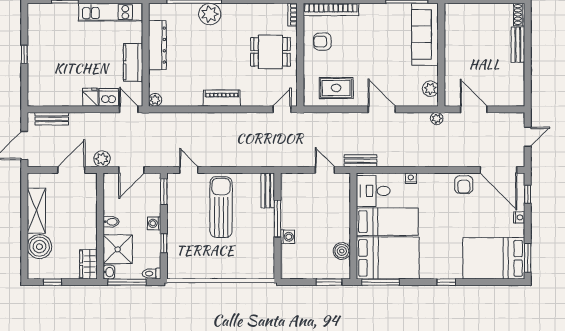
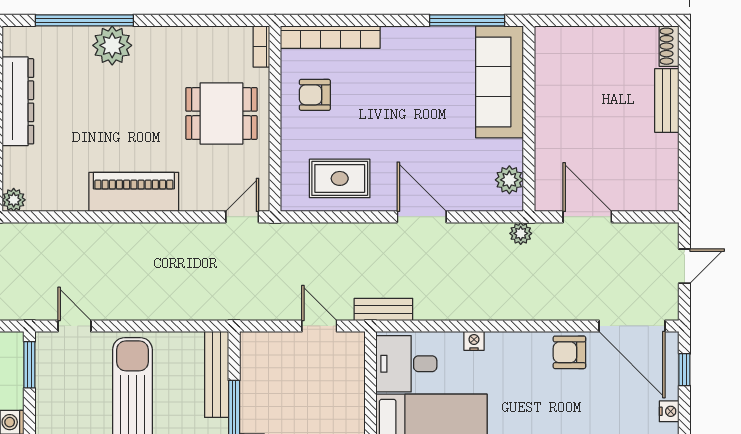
piano: (222, 98) -> (134, 192), width x1.37, depth x1.33
armchair: (464, 185) -> (569, 352), turned 90
bench: (268, 191) -> (217, 374), width x1.36

